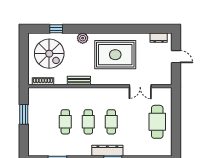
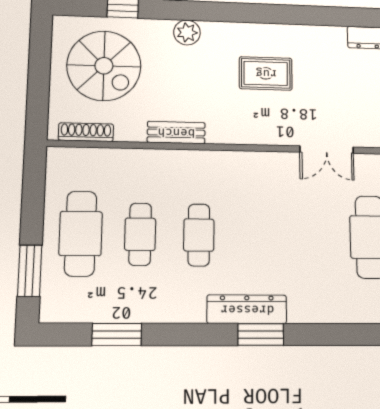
rug: (115, 55) -> (266, 73), width x0.54, depth x0.49
window: (24, 114) -> (30, 271), moved
cafe table: (111, 122) -> (81, 234), moved, width x1.37, depth x1.35

